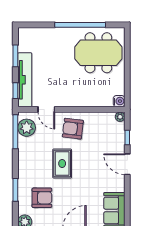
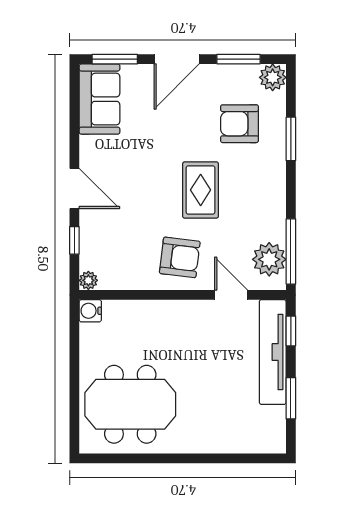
window: (80, 25) -> (166, 458), removed

